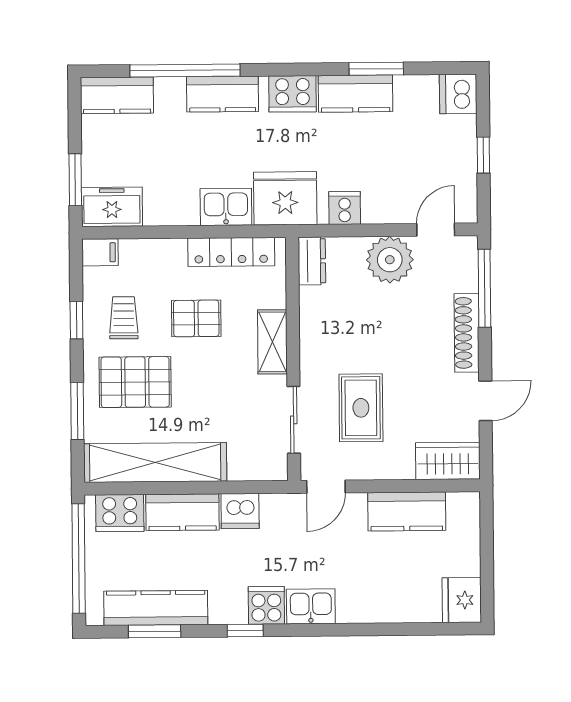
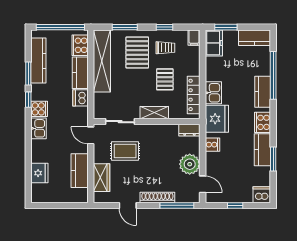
kitchen counter: (117, 95) -> (255, 38), moved, turned -90
wardrobe: (448, 461) -> (102, 178), moved
fridge: (462, 600) -> (39, 173), moved, turned 90
window: (155, 631) -> (28, 74), moved

